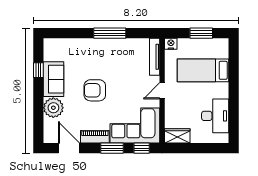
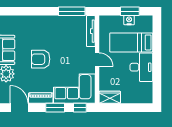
window: (110, 33) -> (72, 11), moved
nightstand: (171, 44) -> (129, 20), moved
door: (162, 91) -> (97, 60), swing flipped
desk: (215, 116) -> (141, 67), moved

